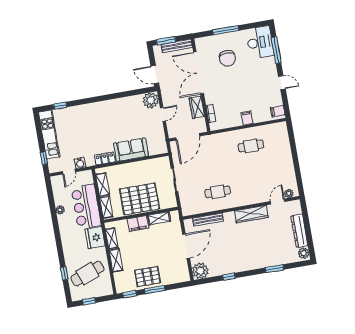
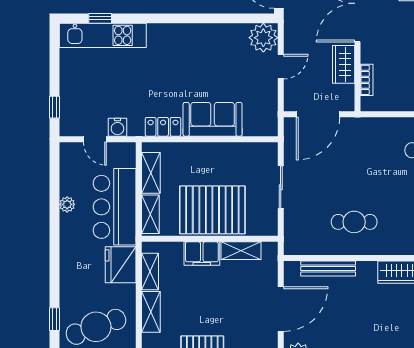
kitchen unit: (49, 134) -> (103, 35), moved, turned 90
door: (69, 172) -> (95, 139), hinge flipped

